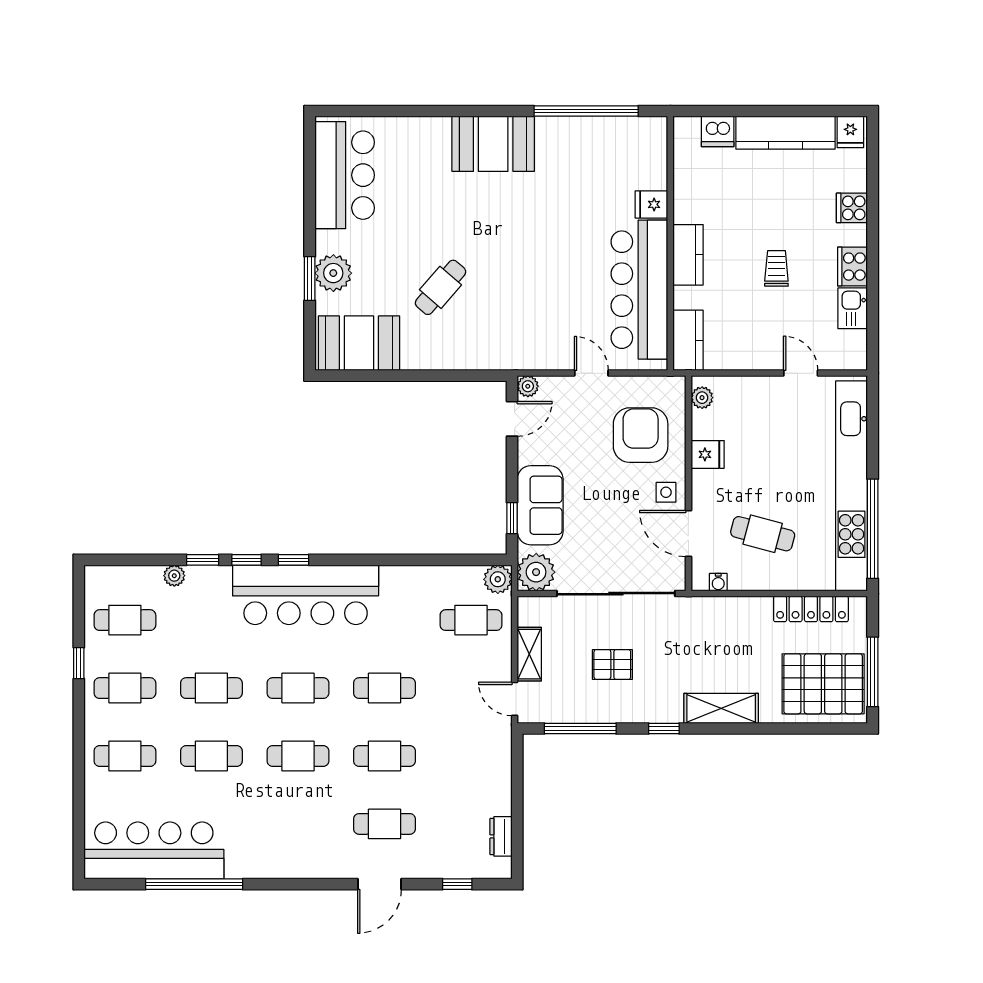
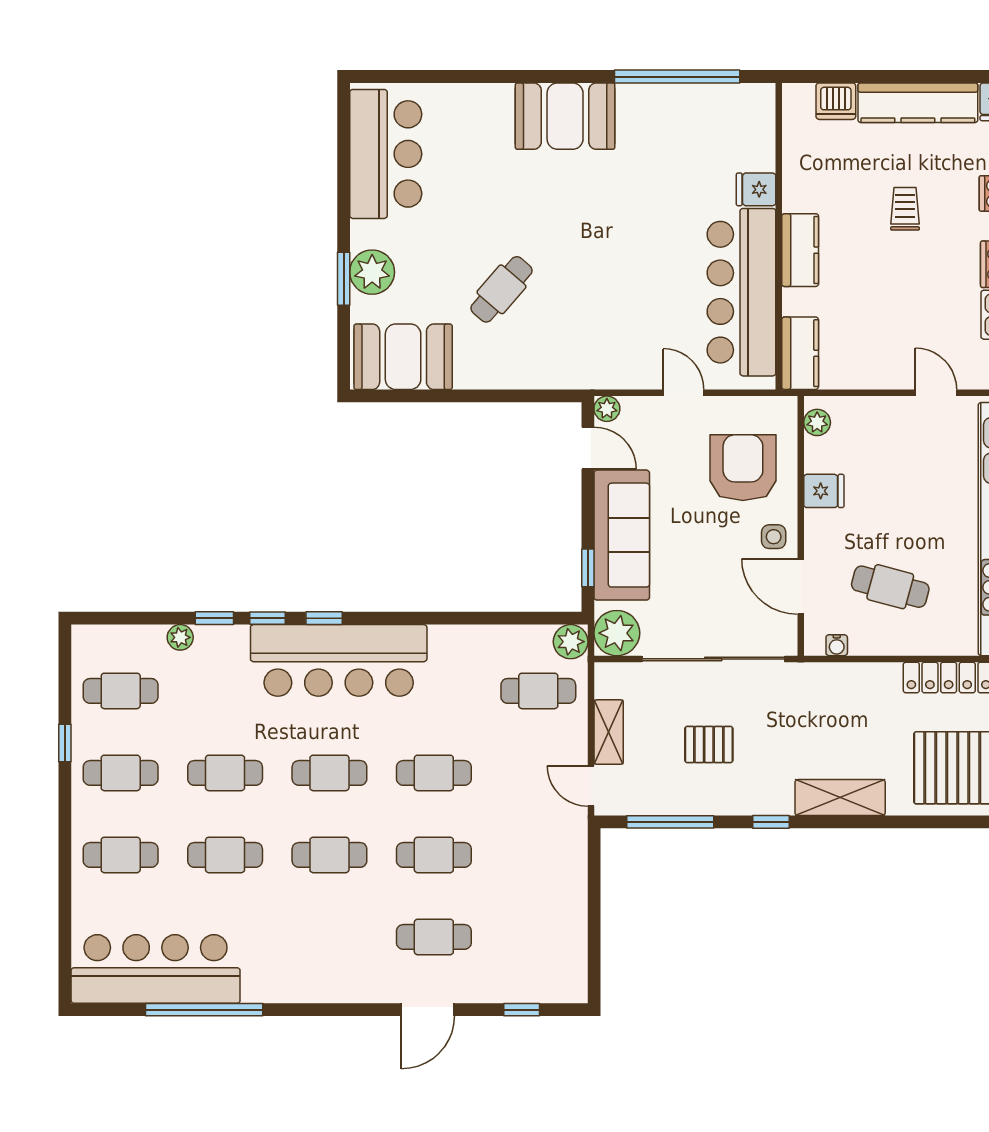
trolley: (776, 268) -> (905, 209), moved
door: (512, 419) -> (588, 448), hinge flipped
sofa: (540, 505) -> (622, 535), width x1.36
dresser: (501, 836) -> (574, 952), removed

